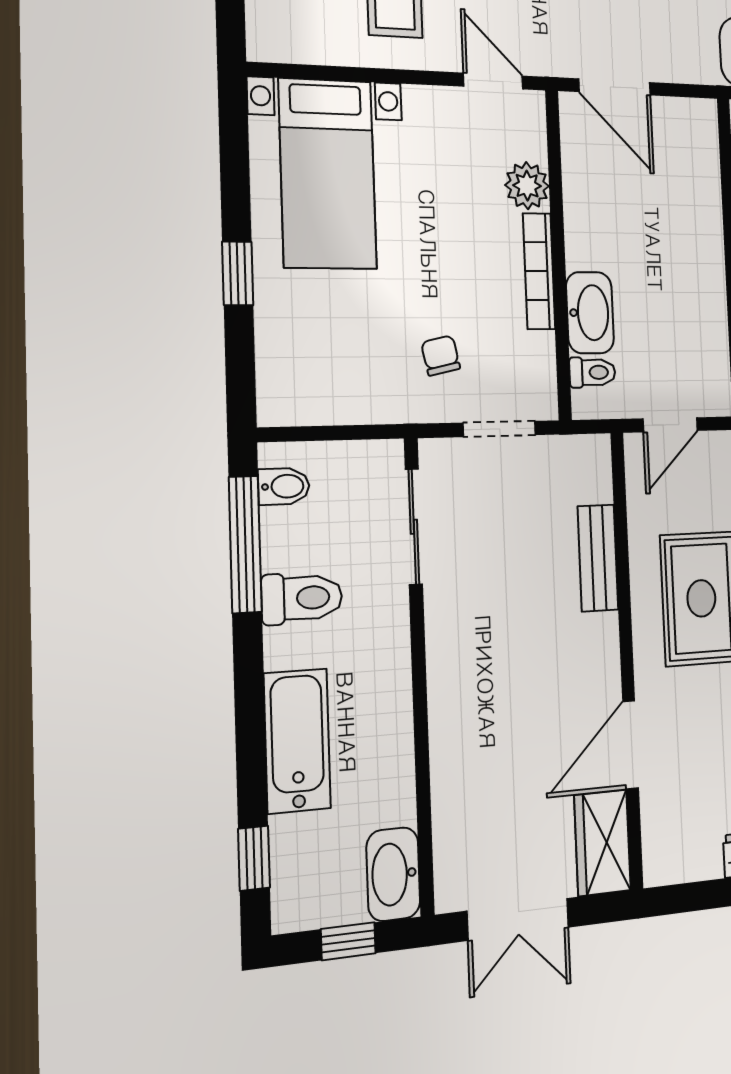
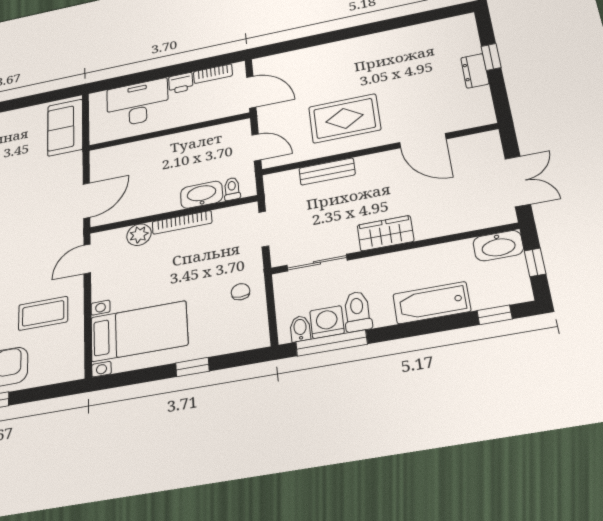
chair: (441, 355) -> (240, 292), moved, turned 102
washing machine: (289, 539) -> (327, 322), added
wardrobe: (602, 843) -> (385, 233), moved, turned 180

